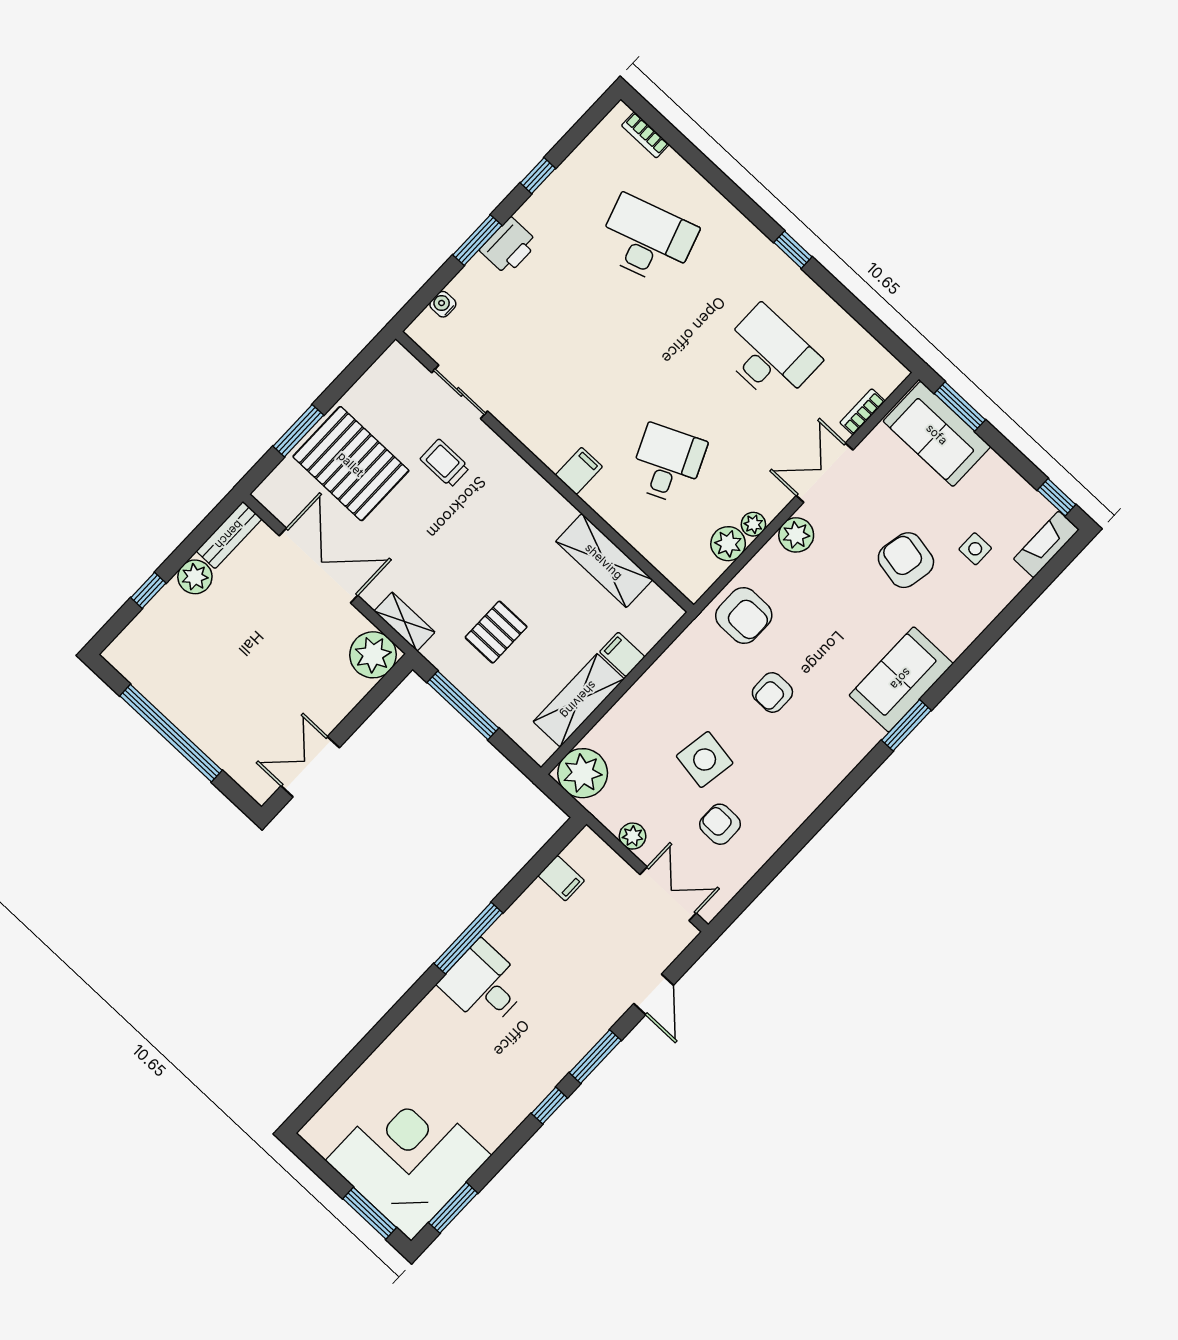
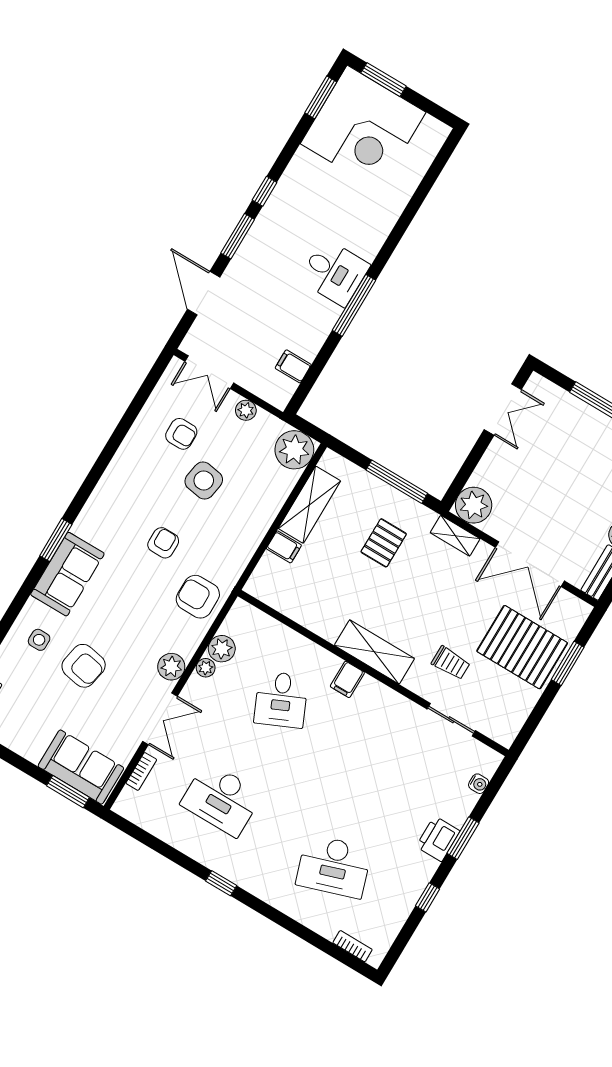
side table: (975, 549) -> (39, 640), moved
shelving: (604, 561) -> (374, 652), moved
door: (654, 994) -> (204, 293), width x1.38

